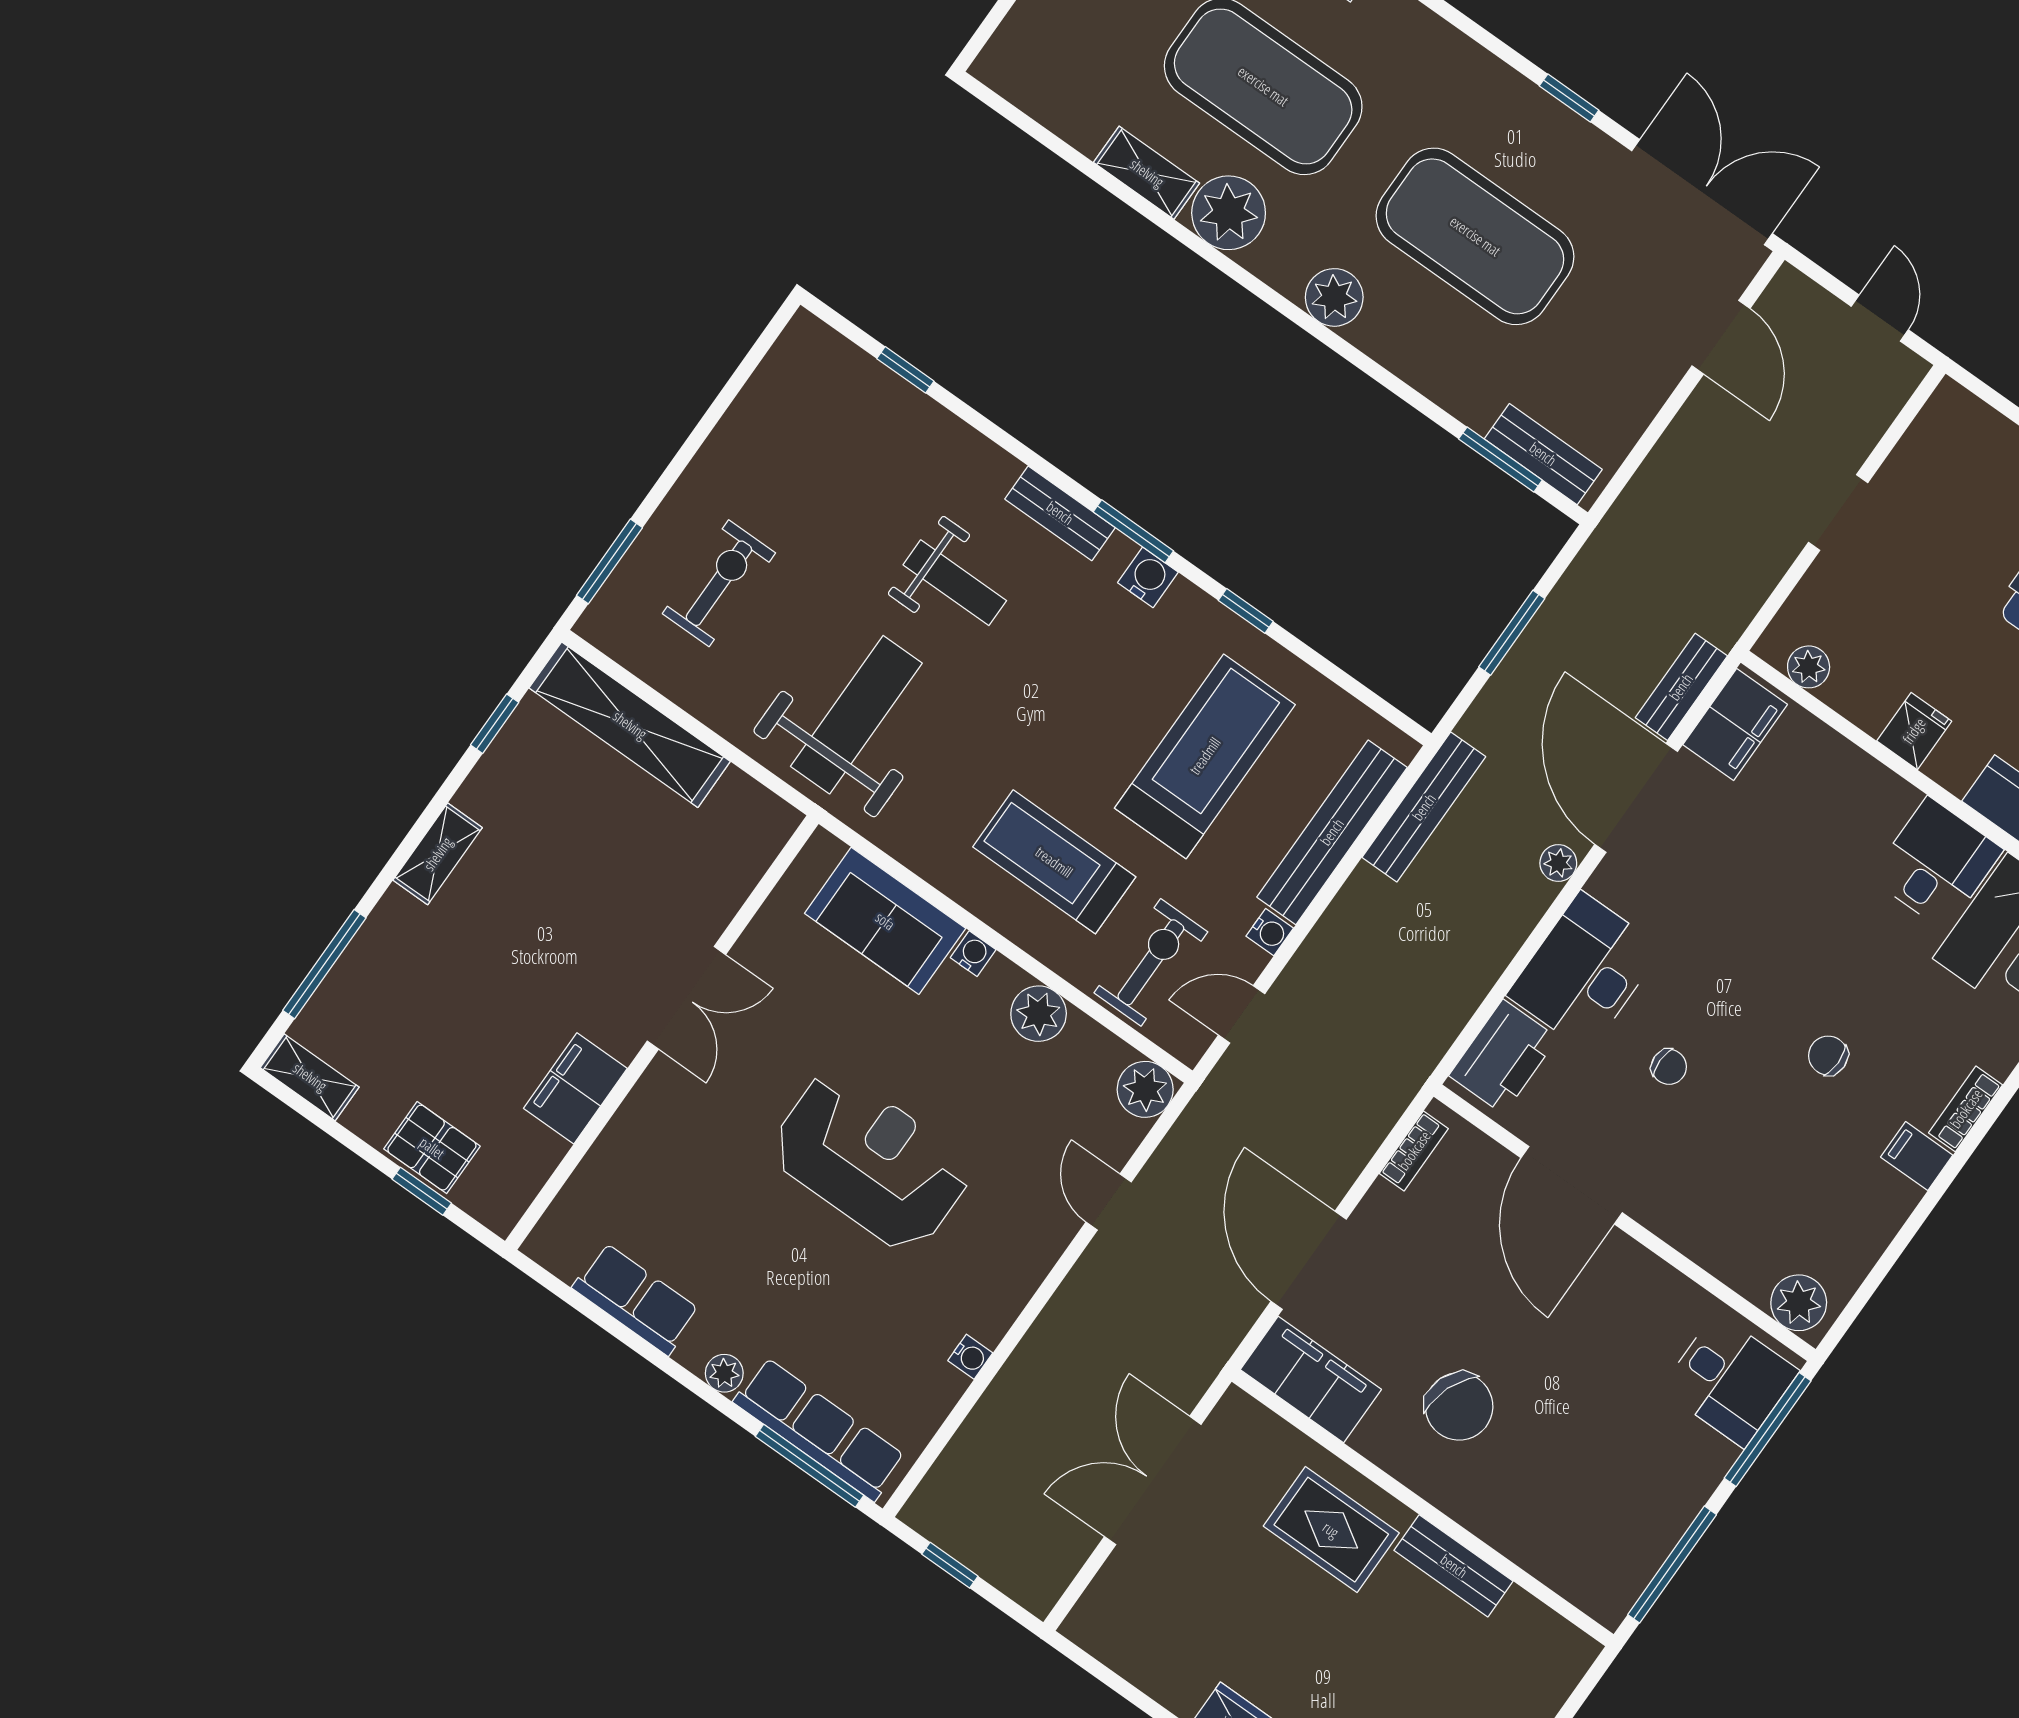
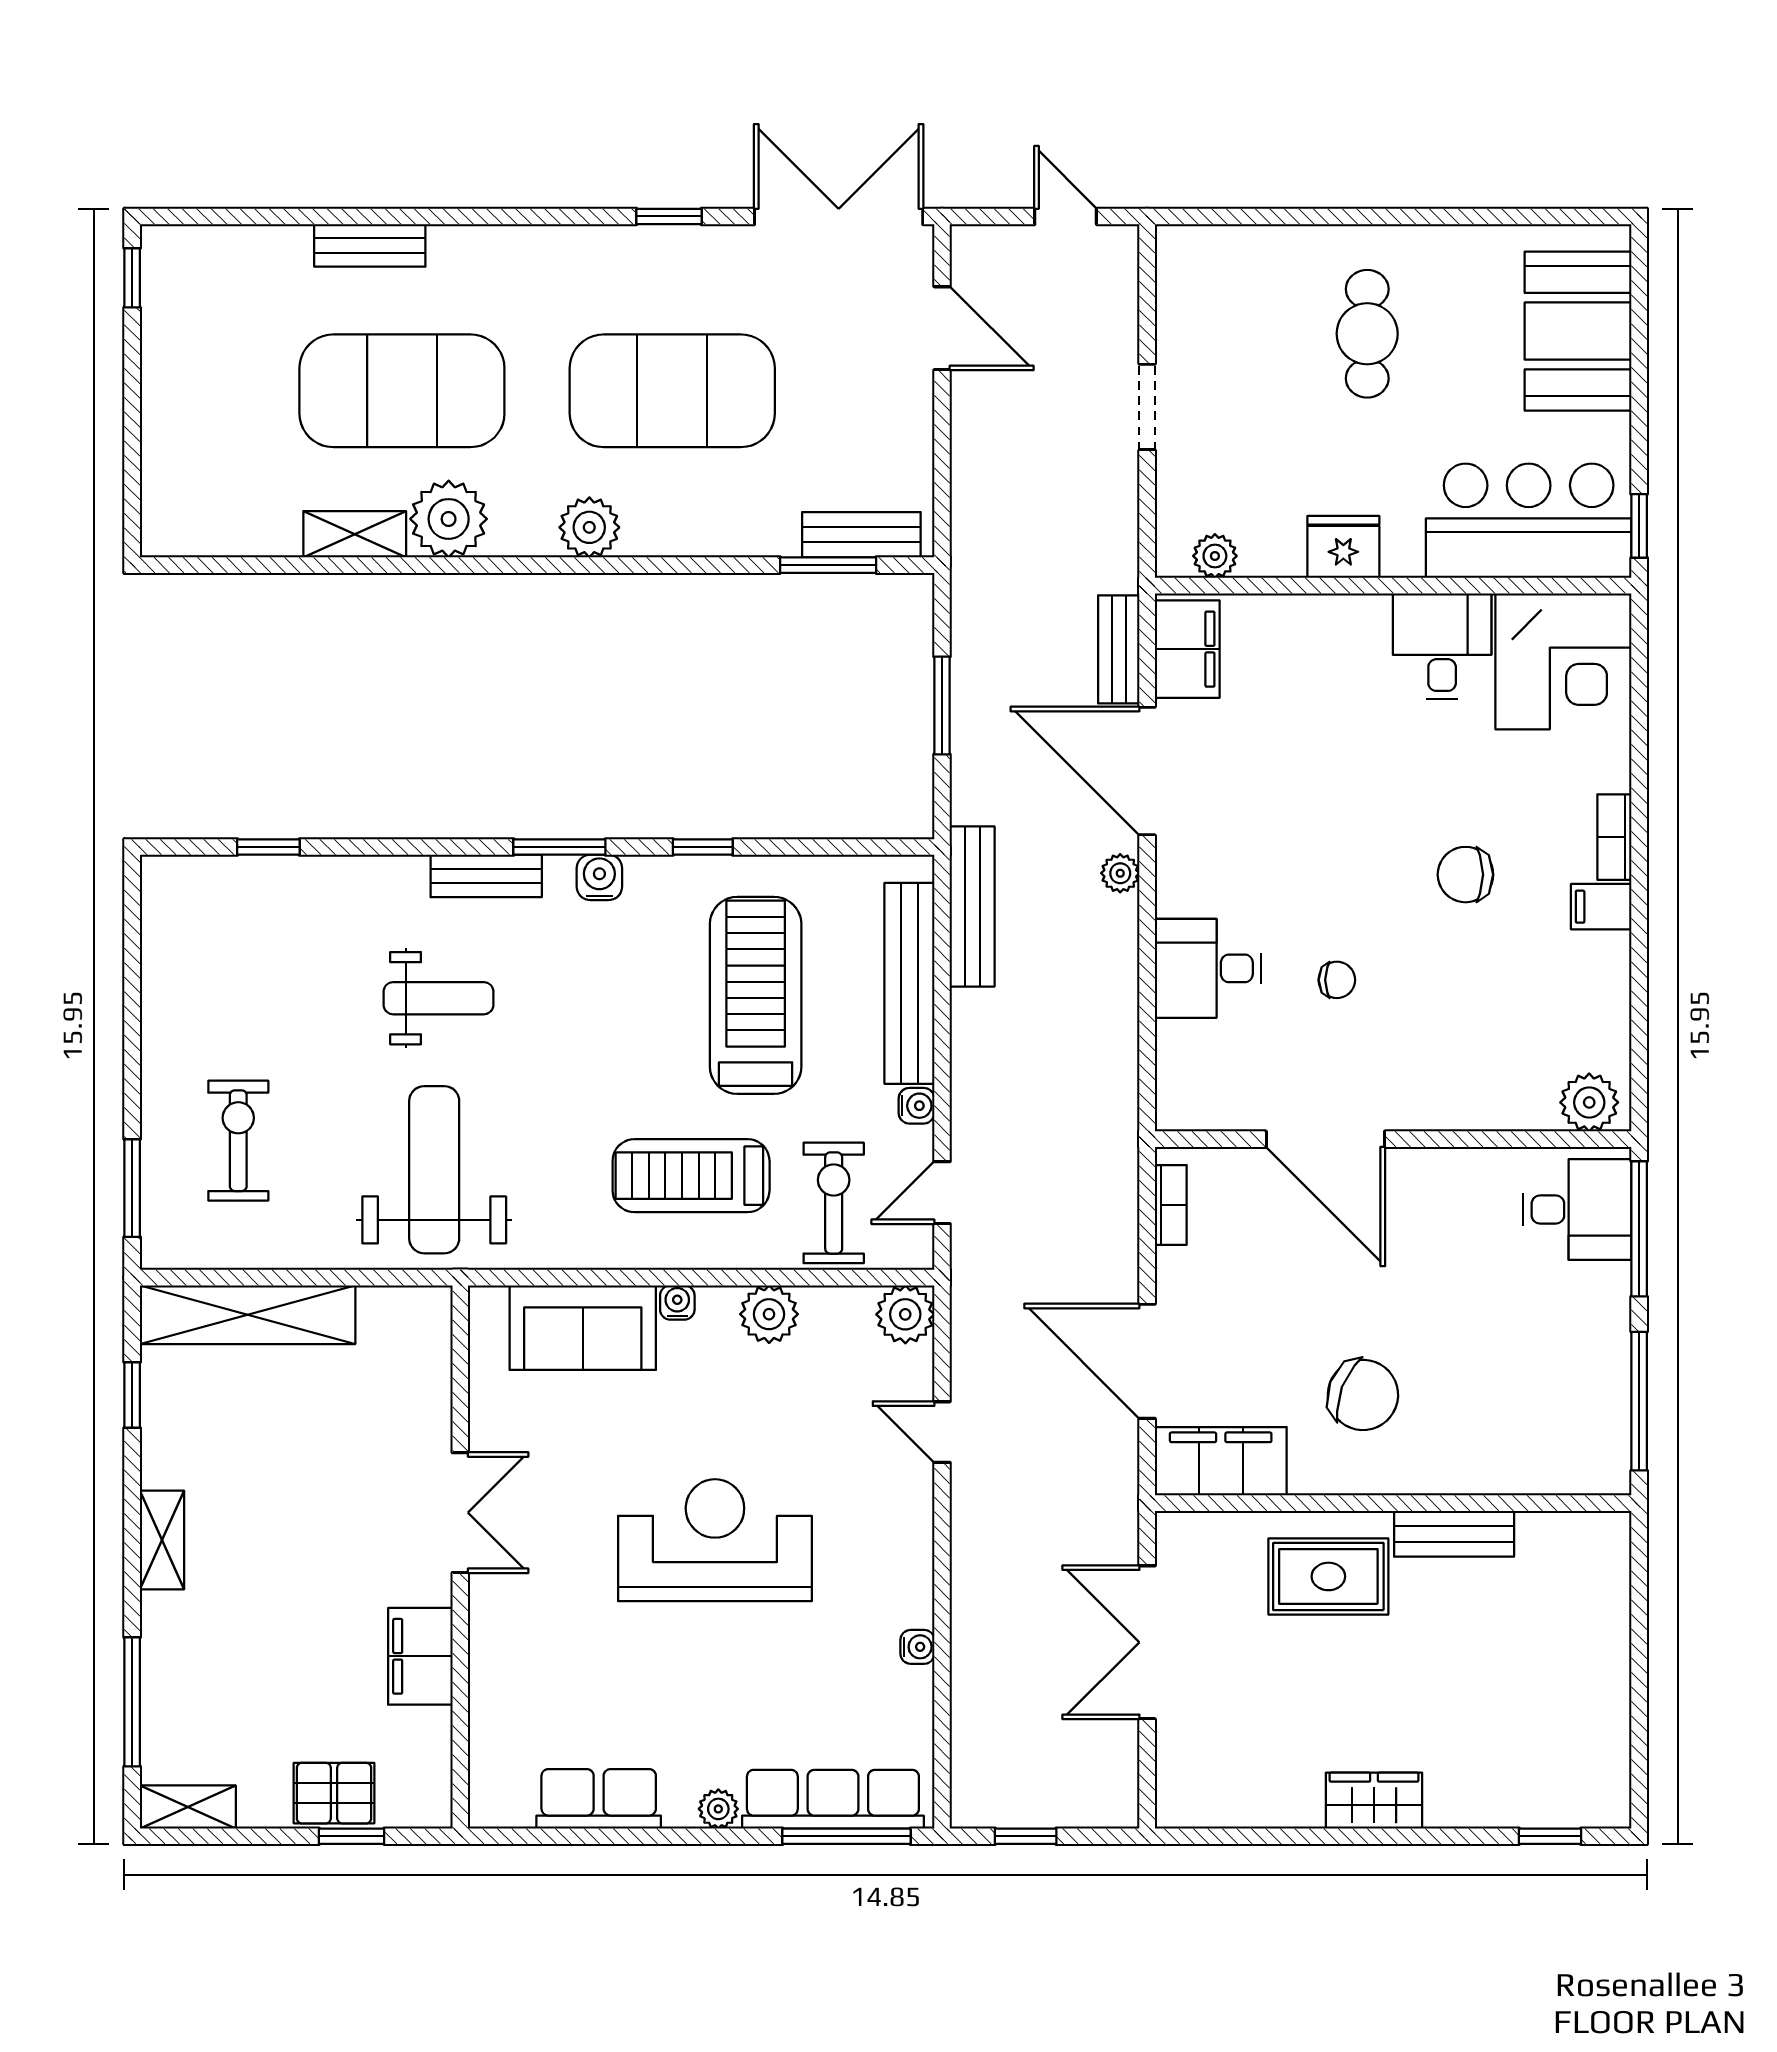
fridge: (1914, 731) -> (1343, 547), width x1.38
desk: (1585, 972) -> (1208, 968), width x0.73
chair: (1828, 1056) -> (1465, 875), width x1.37, depth x1.37
printer: (1503, 1057) -> (1190, 1071), removed

